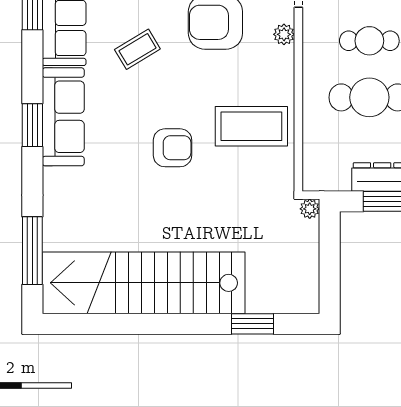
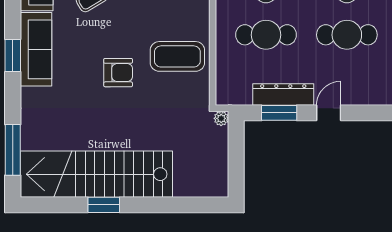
window: (253, 324) -> (104, 205), moved

